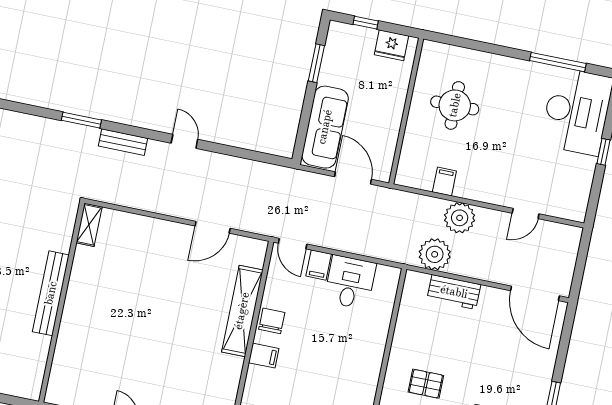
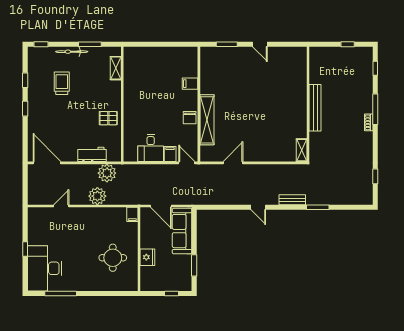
fridge: (391, 45) -> (147, 257), moved, turned 90
filing cabinet: (444, 182) -> (132, 214), moved
filing cabinet: (264, 356) -> (190, 84), moved
pallet: (426, 384) -> (108, 118), moved

